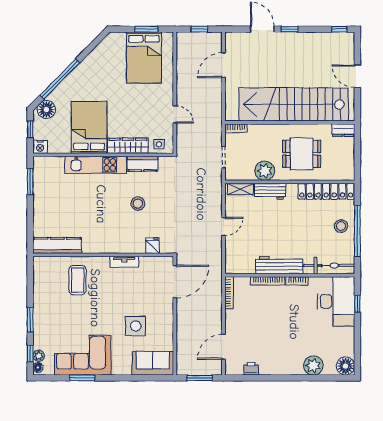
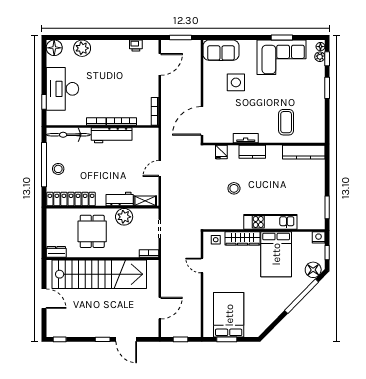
dining table: (302, 154) -> (92, 231), turned 90
kitchen counter: (143, 164) -> (252, 152), moved, turned 180
desk: (336, 301) -> (62, 89), moved

